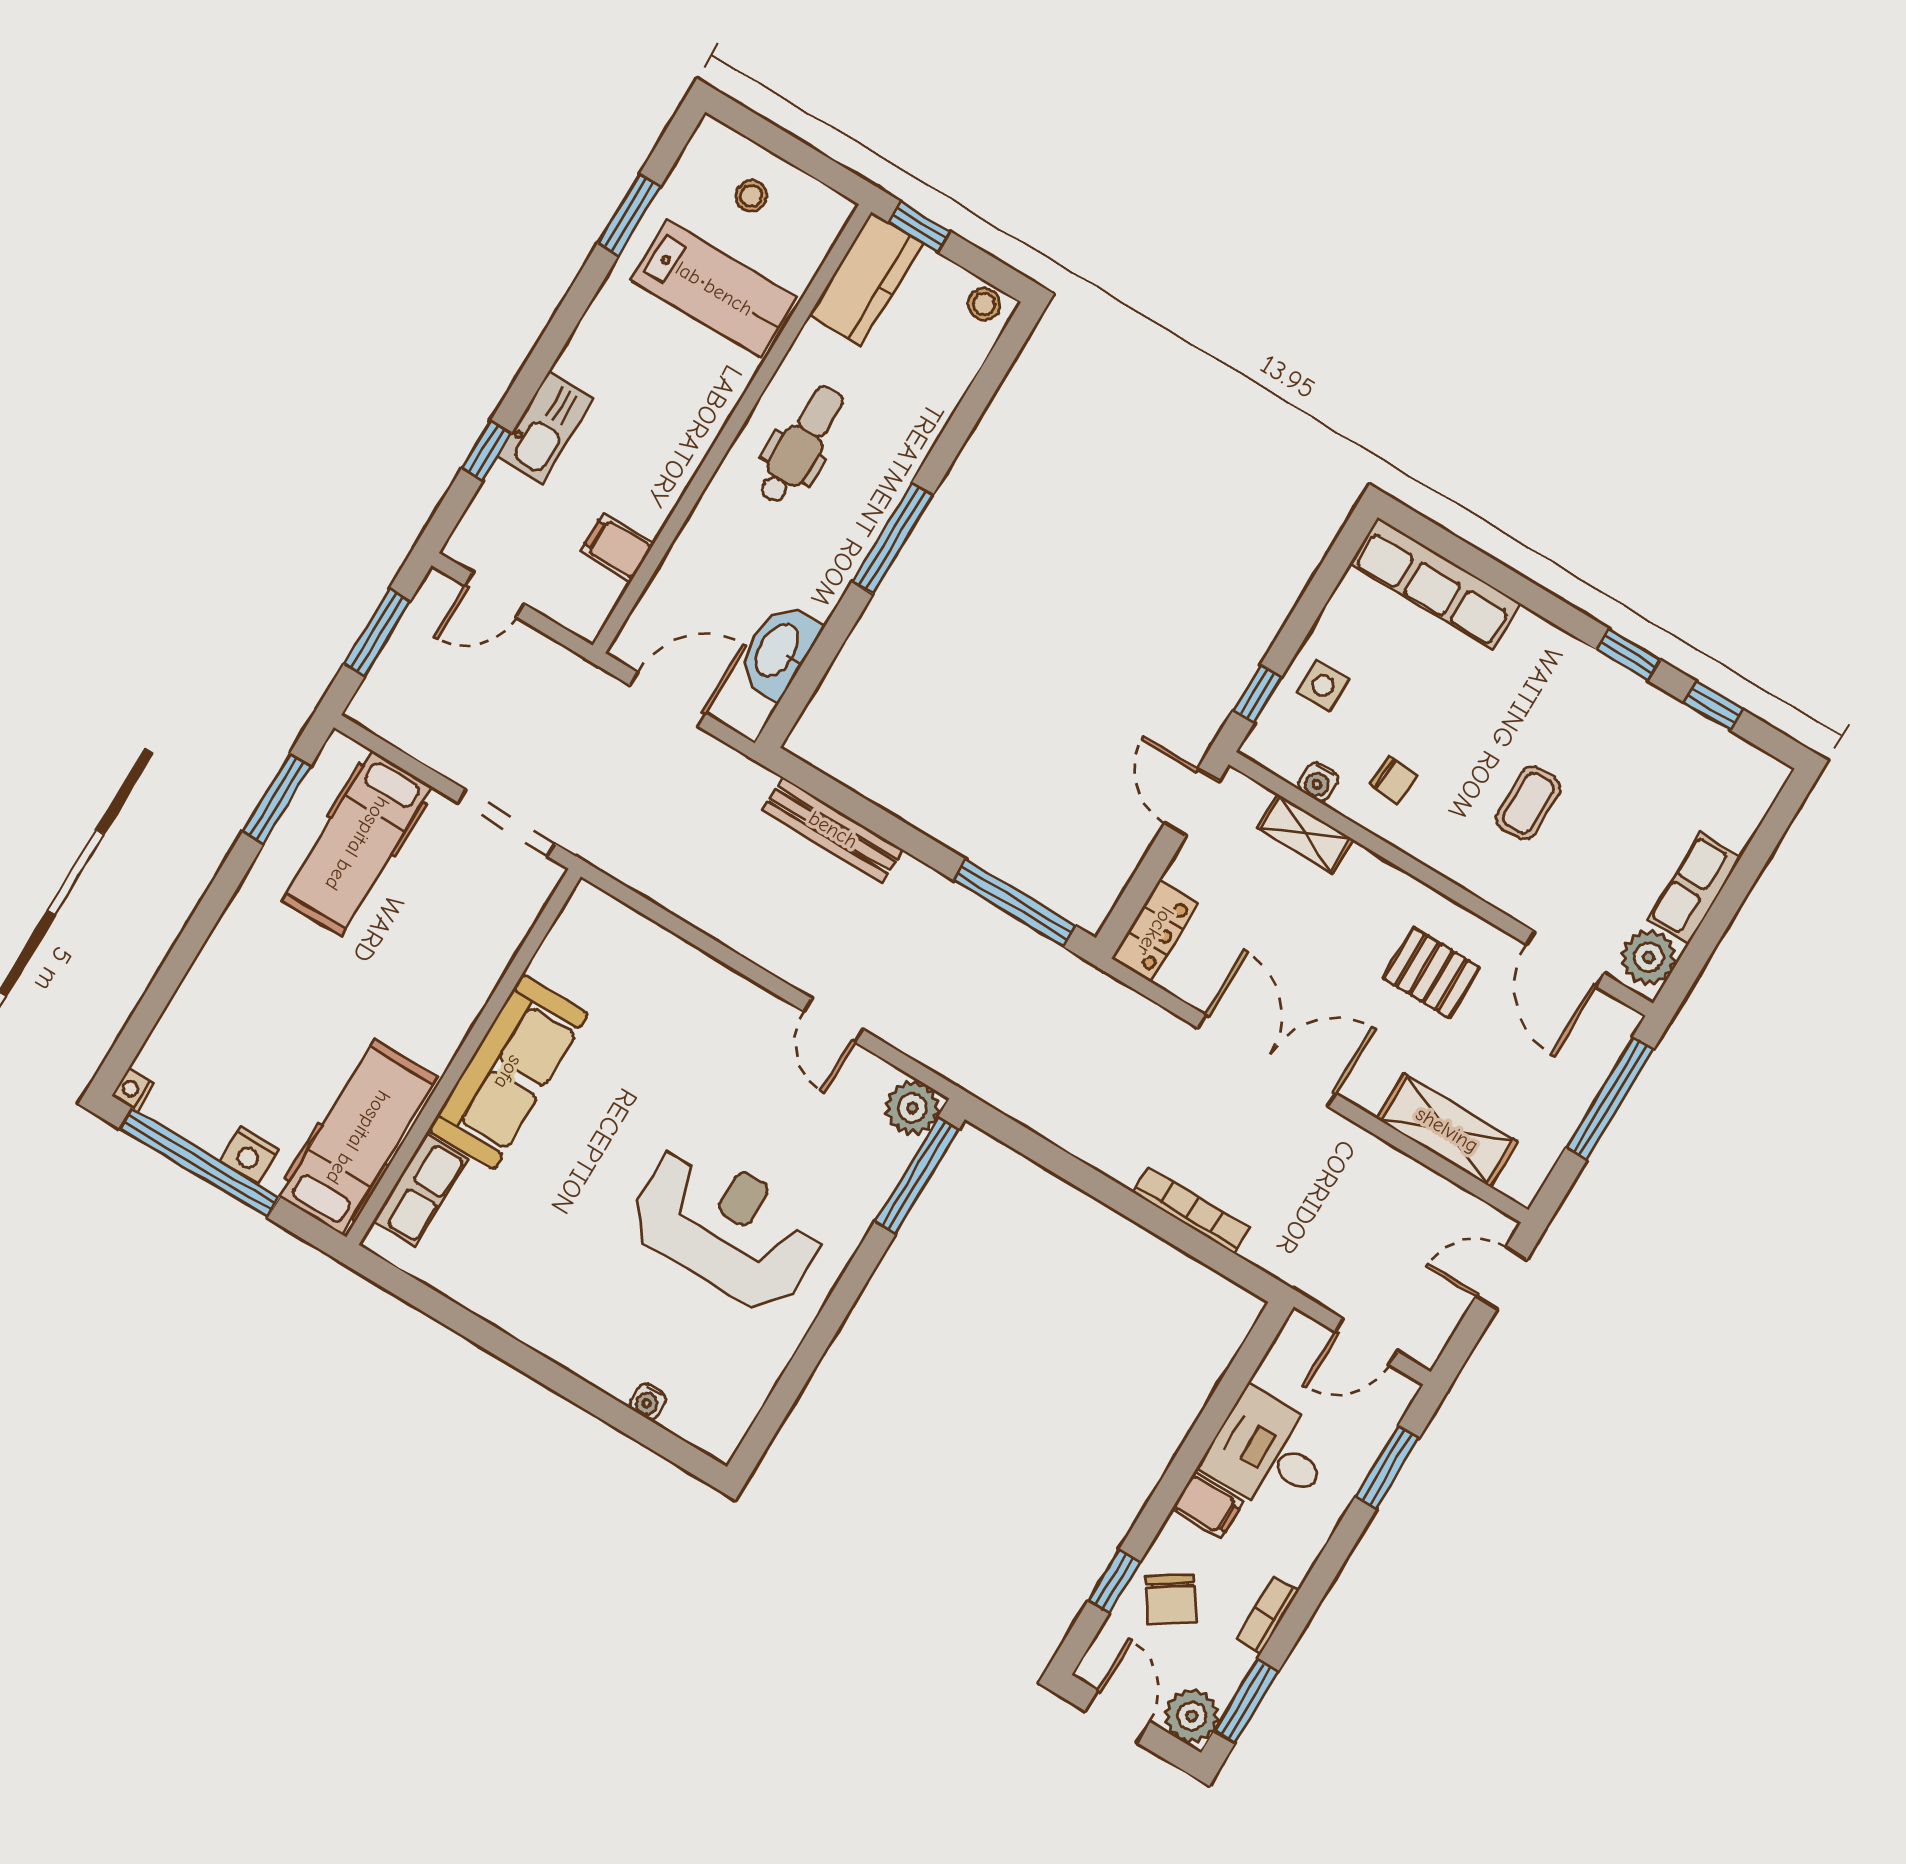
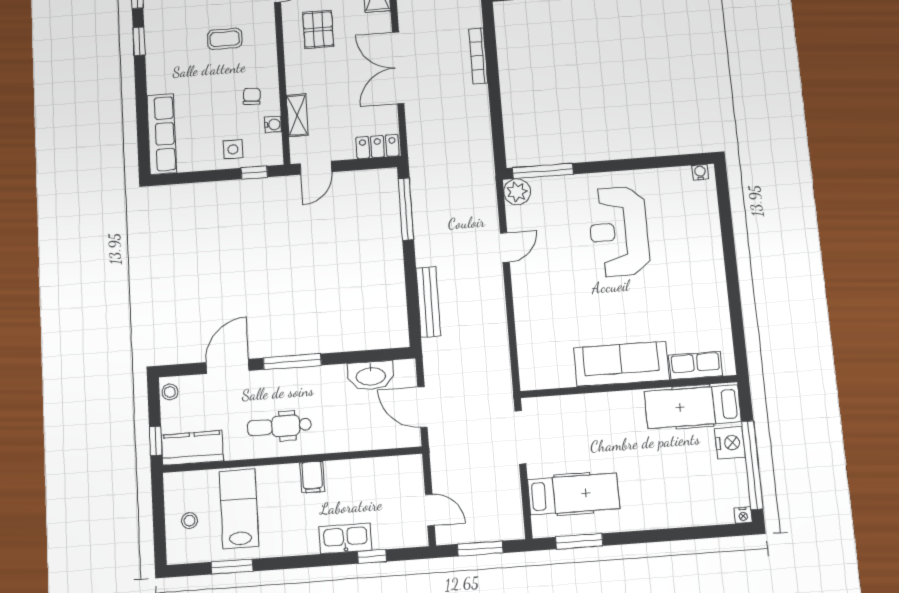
door: (960, 427) -> (228, 366), added
filing cabinet: (617, 548) -> (312, 477), moved
nightstand: (249, 1155) -> (730, 443), width x1.36, depth x1.33
water cooler: (648, 1401) -> (700, 172), moved, turned -90

